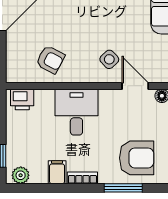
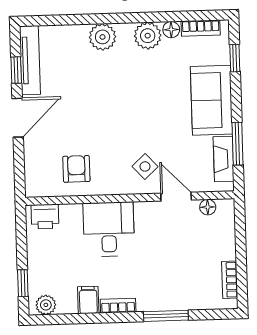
armchair: (50, 60) -> (76, 169), turned -118
armchair: (137, 158) -> (180, 280), removed

